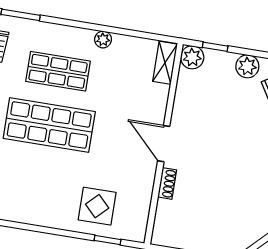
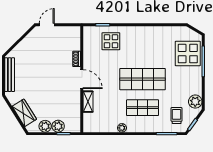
plant: (192, 57) -> (58, 126), moved
shelving: (165, 63) -> (88, 102), moved

